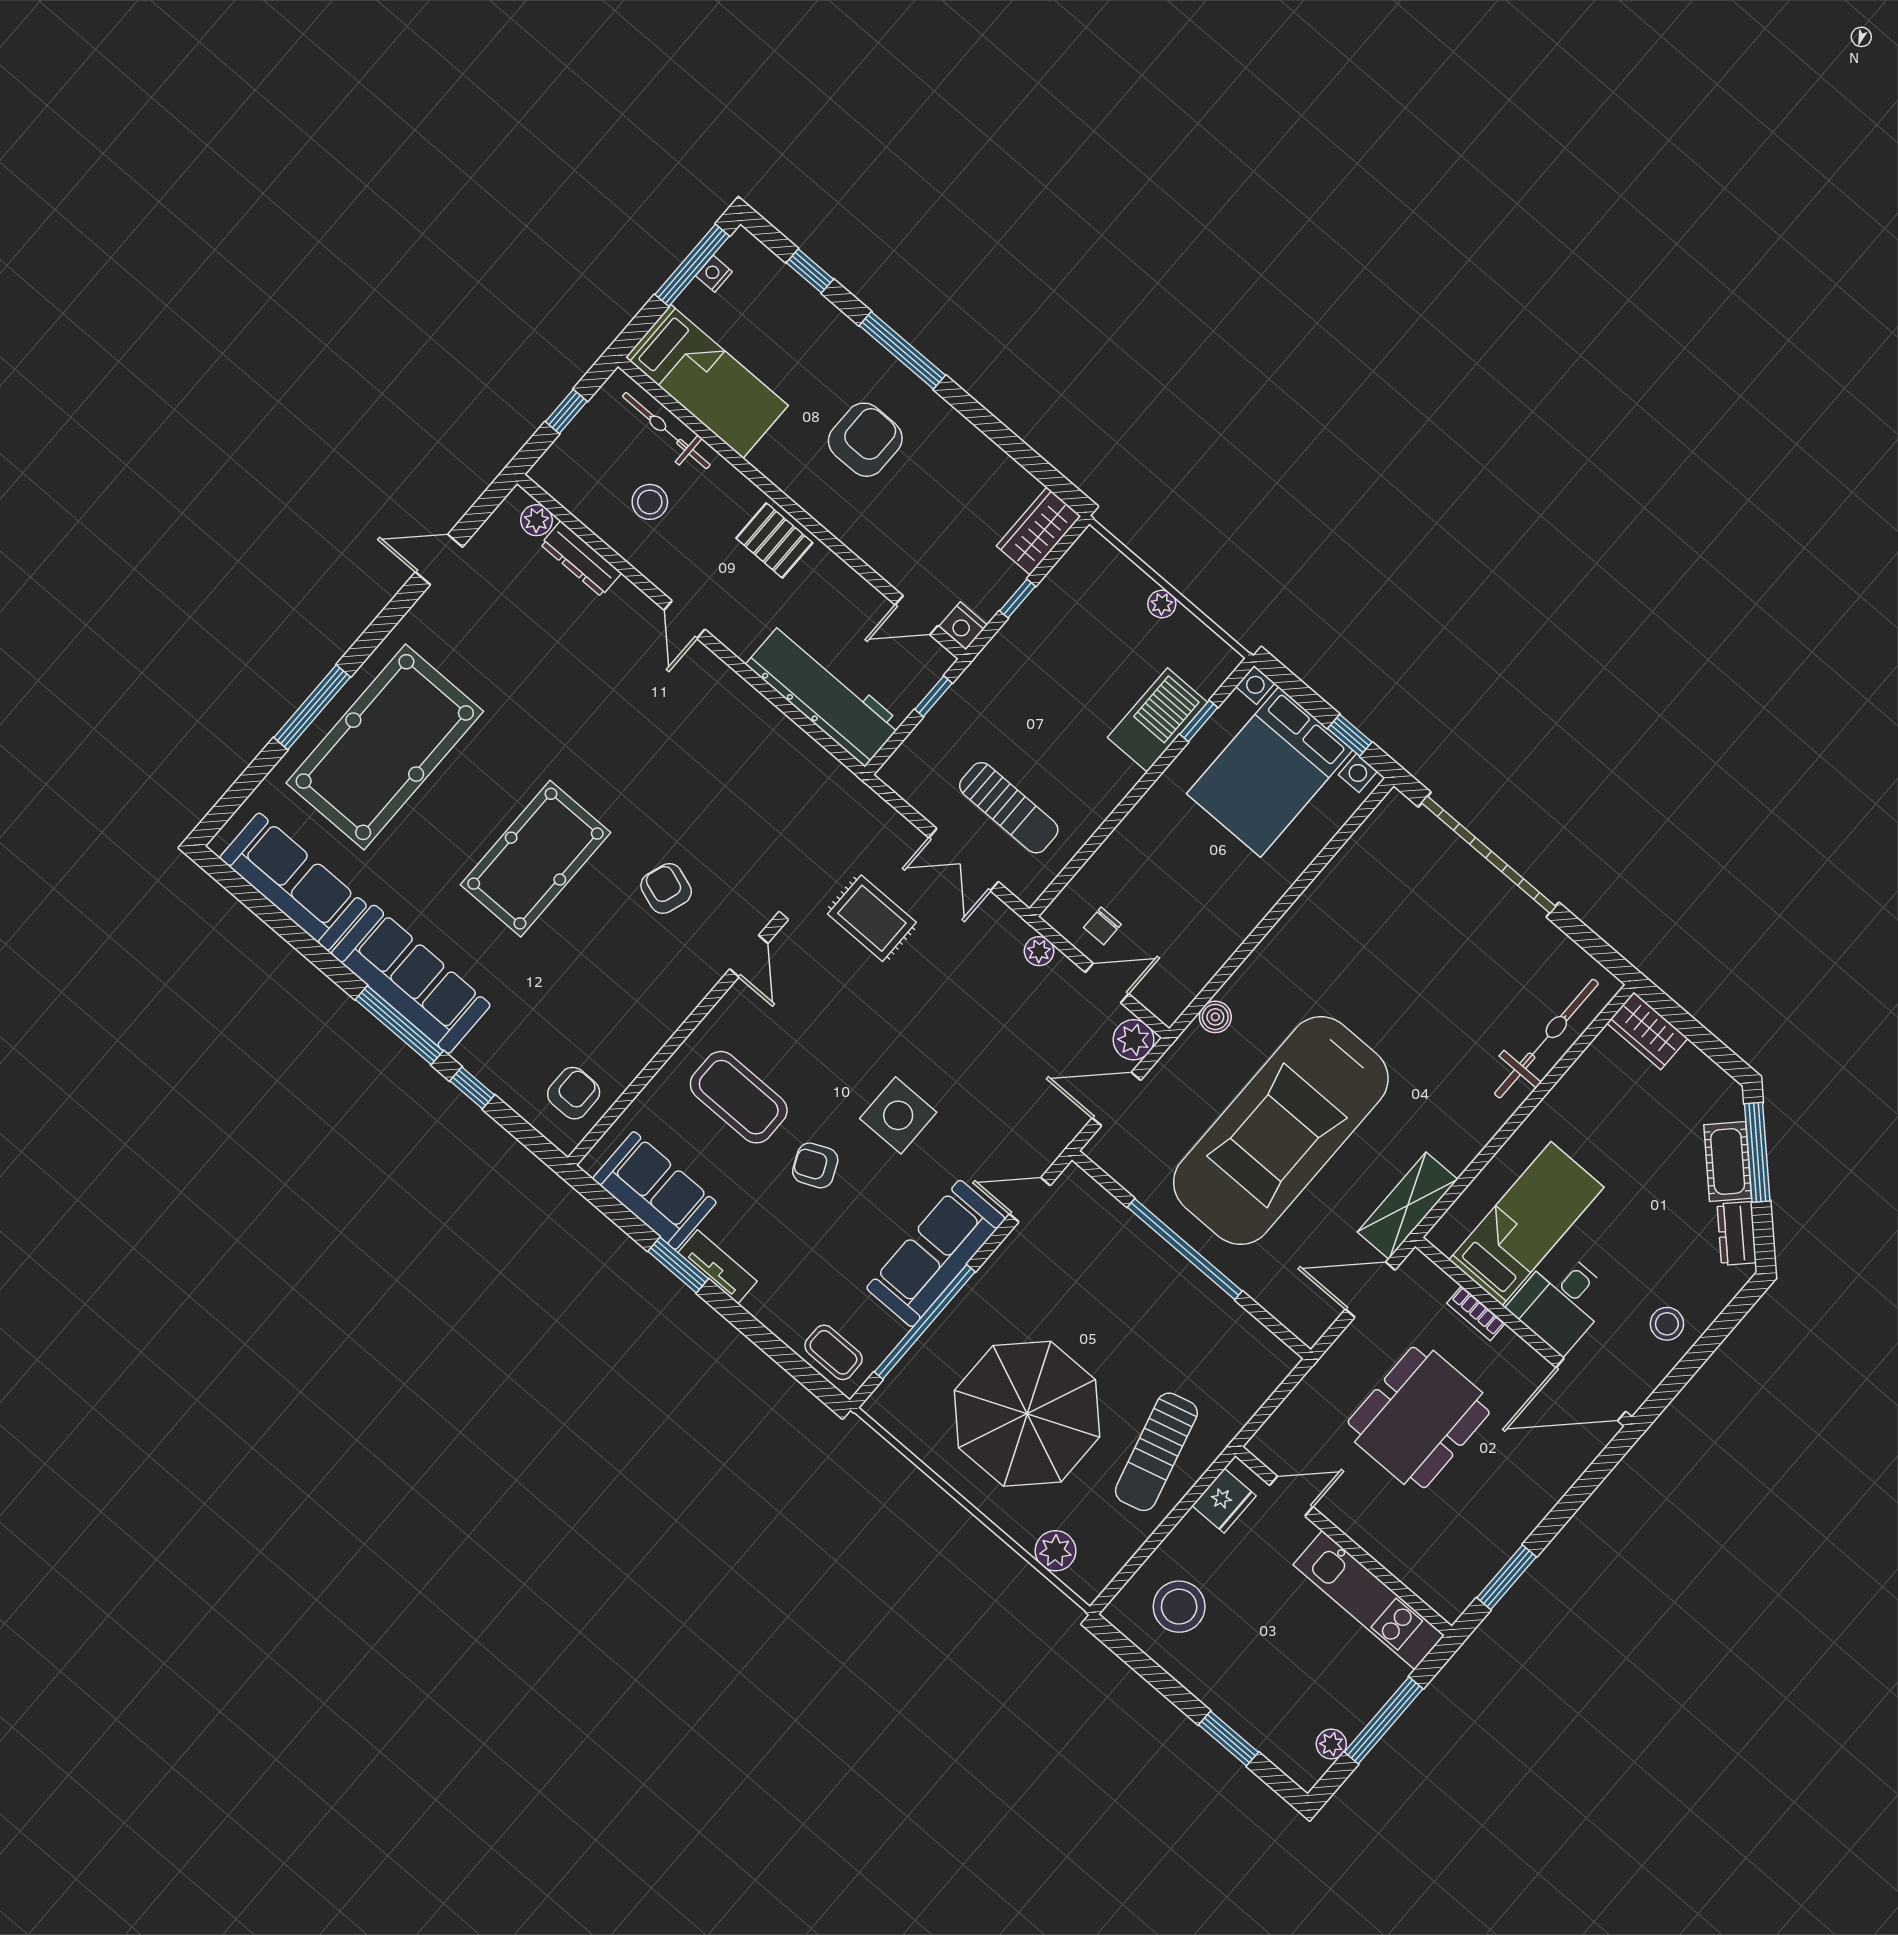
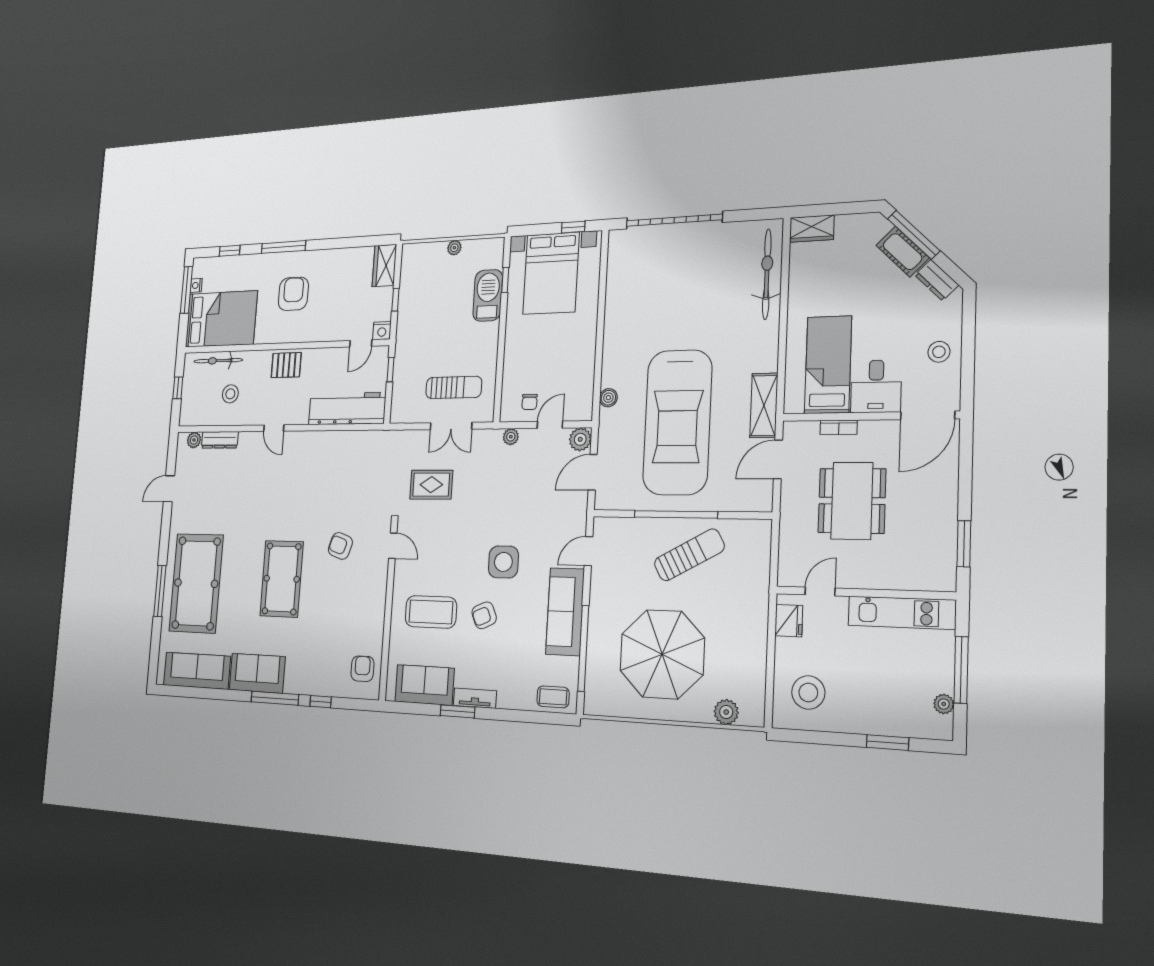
bed: (707, 381) -> (221, 319), width x1.50
sofa: (411, 979) -> (257, 673), width x0.73
sun lounger: (1156, 1452) -> (689, 555), moved, turned -104

